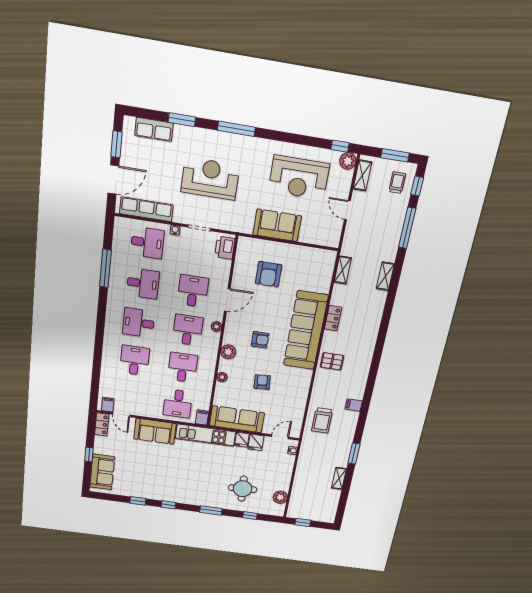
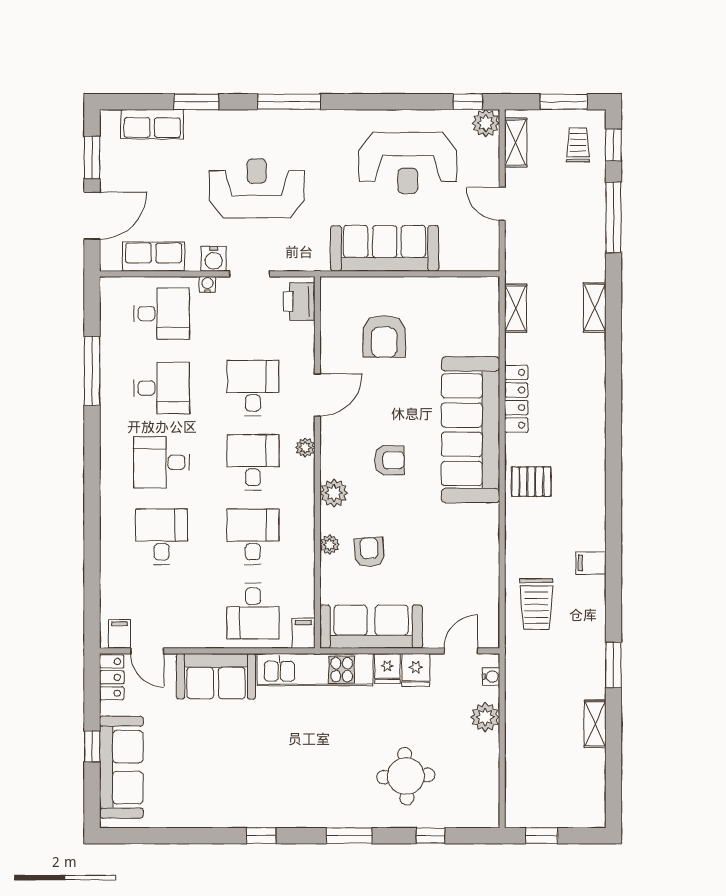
row of seats: (146, 209) -> (154, 257), width x0.68
water cooler: (180, 216) -> (214, 259), added
sofa: (277, 225) -> (385, 248), width x1.36
locker: (333, 318) -> (516, 399), width x1.53
armchair: (262, 382) -> (369, 552), moved
sofa: (102, 472) -> (121, 767), width x1.36
plant: (280, 497) -> (485, 717), moved
window: (138, 501) -> (199, 836), removed

